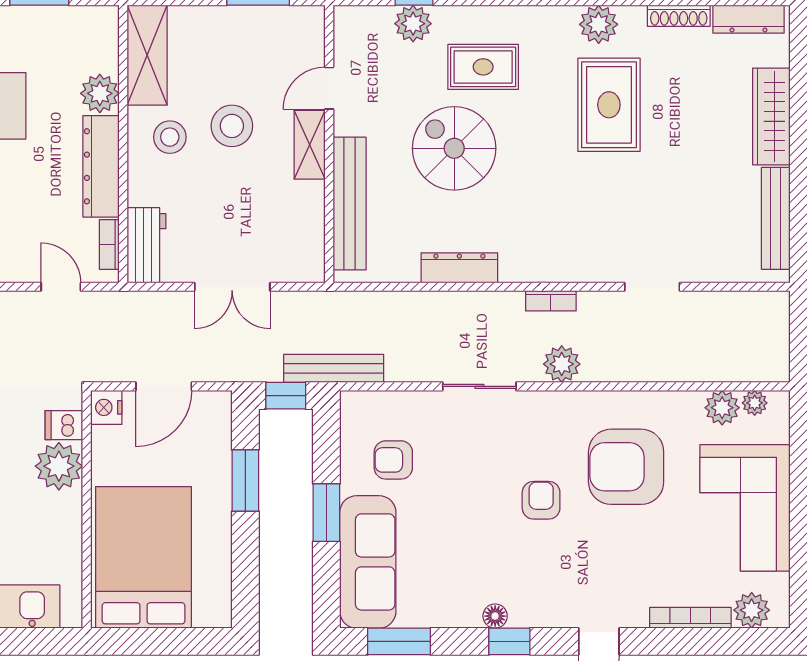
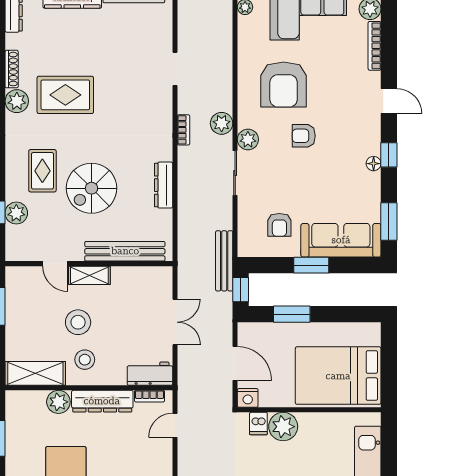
shoe rack: (679, 16) -> (12, 69), moved
plant: (722, 408) -> (248, 139), moved

